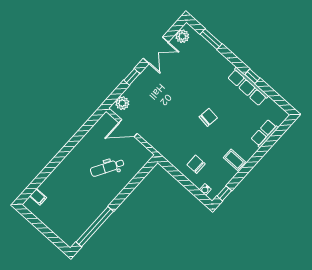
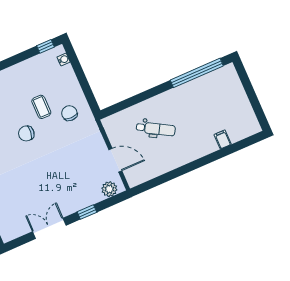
plant: (182, 36) -> (15, 230), removed
coffee table: (234, 160) -> (41, 107), moved
chair: (196, 164) -> (69, 113), moved, turned 180
filing cabinet: (38, 197) -> (223, 139), moved

